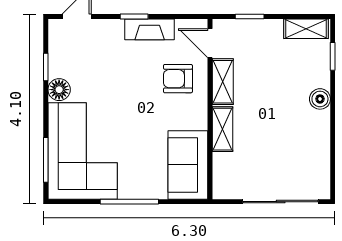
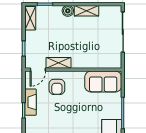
shelving: (223, 129) -> (86, 11), moved

